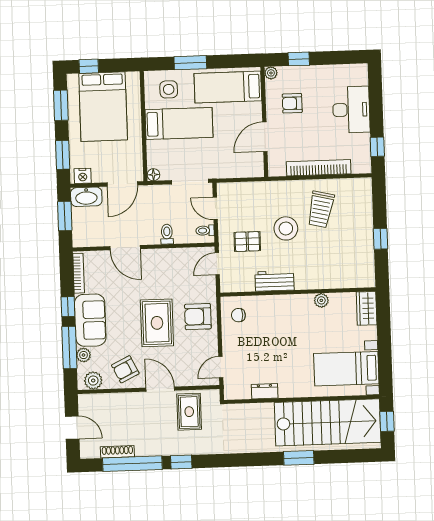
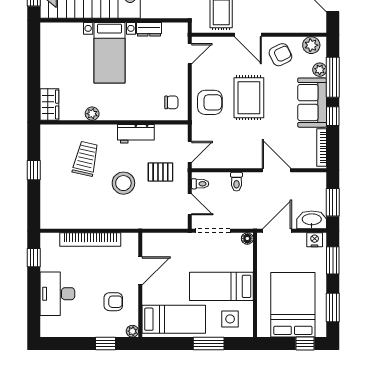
trolley: (321, 209) -> (86, 159), moved
bed with nightstands: (346, 369) -> (110, 53), moved, turned 90

